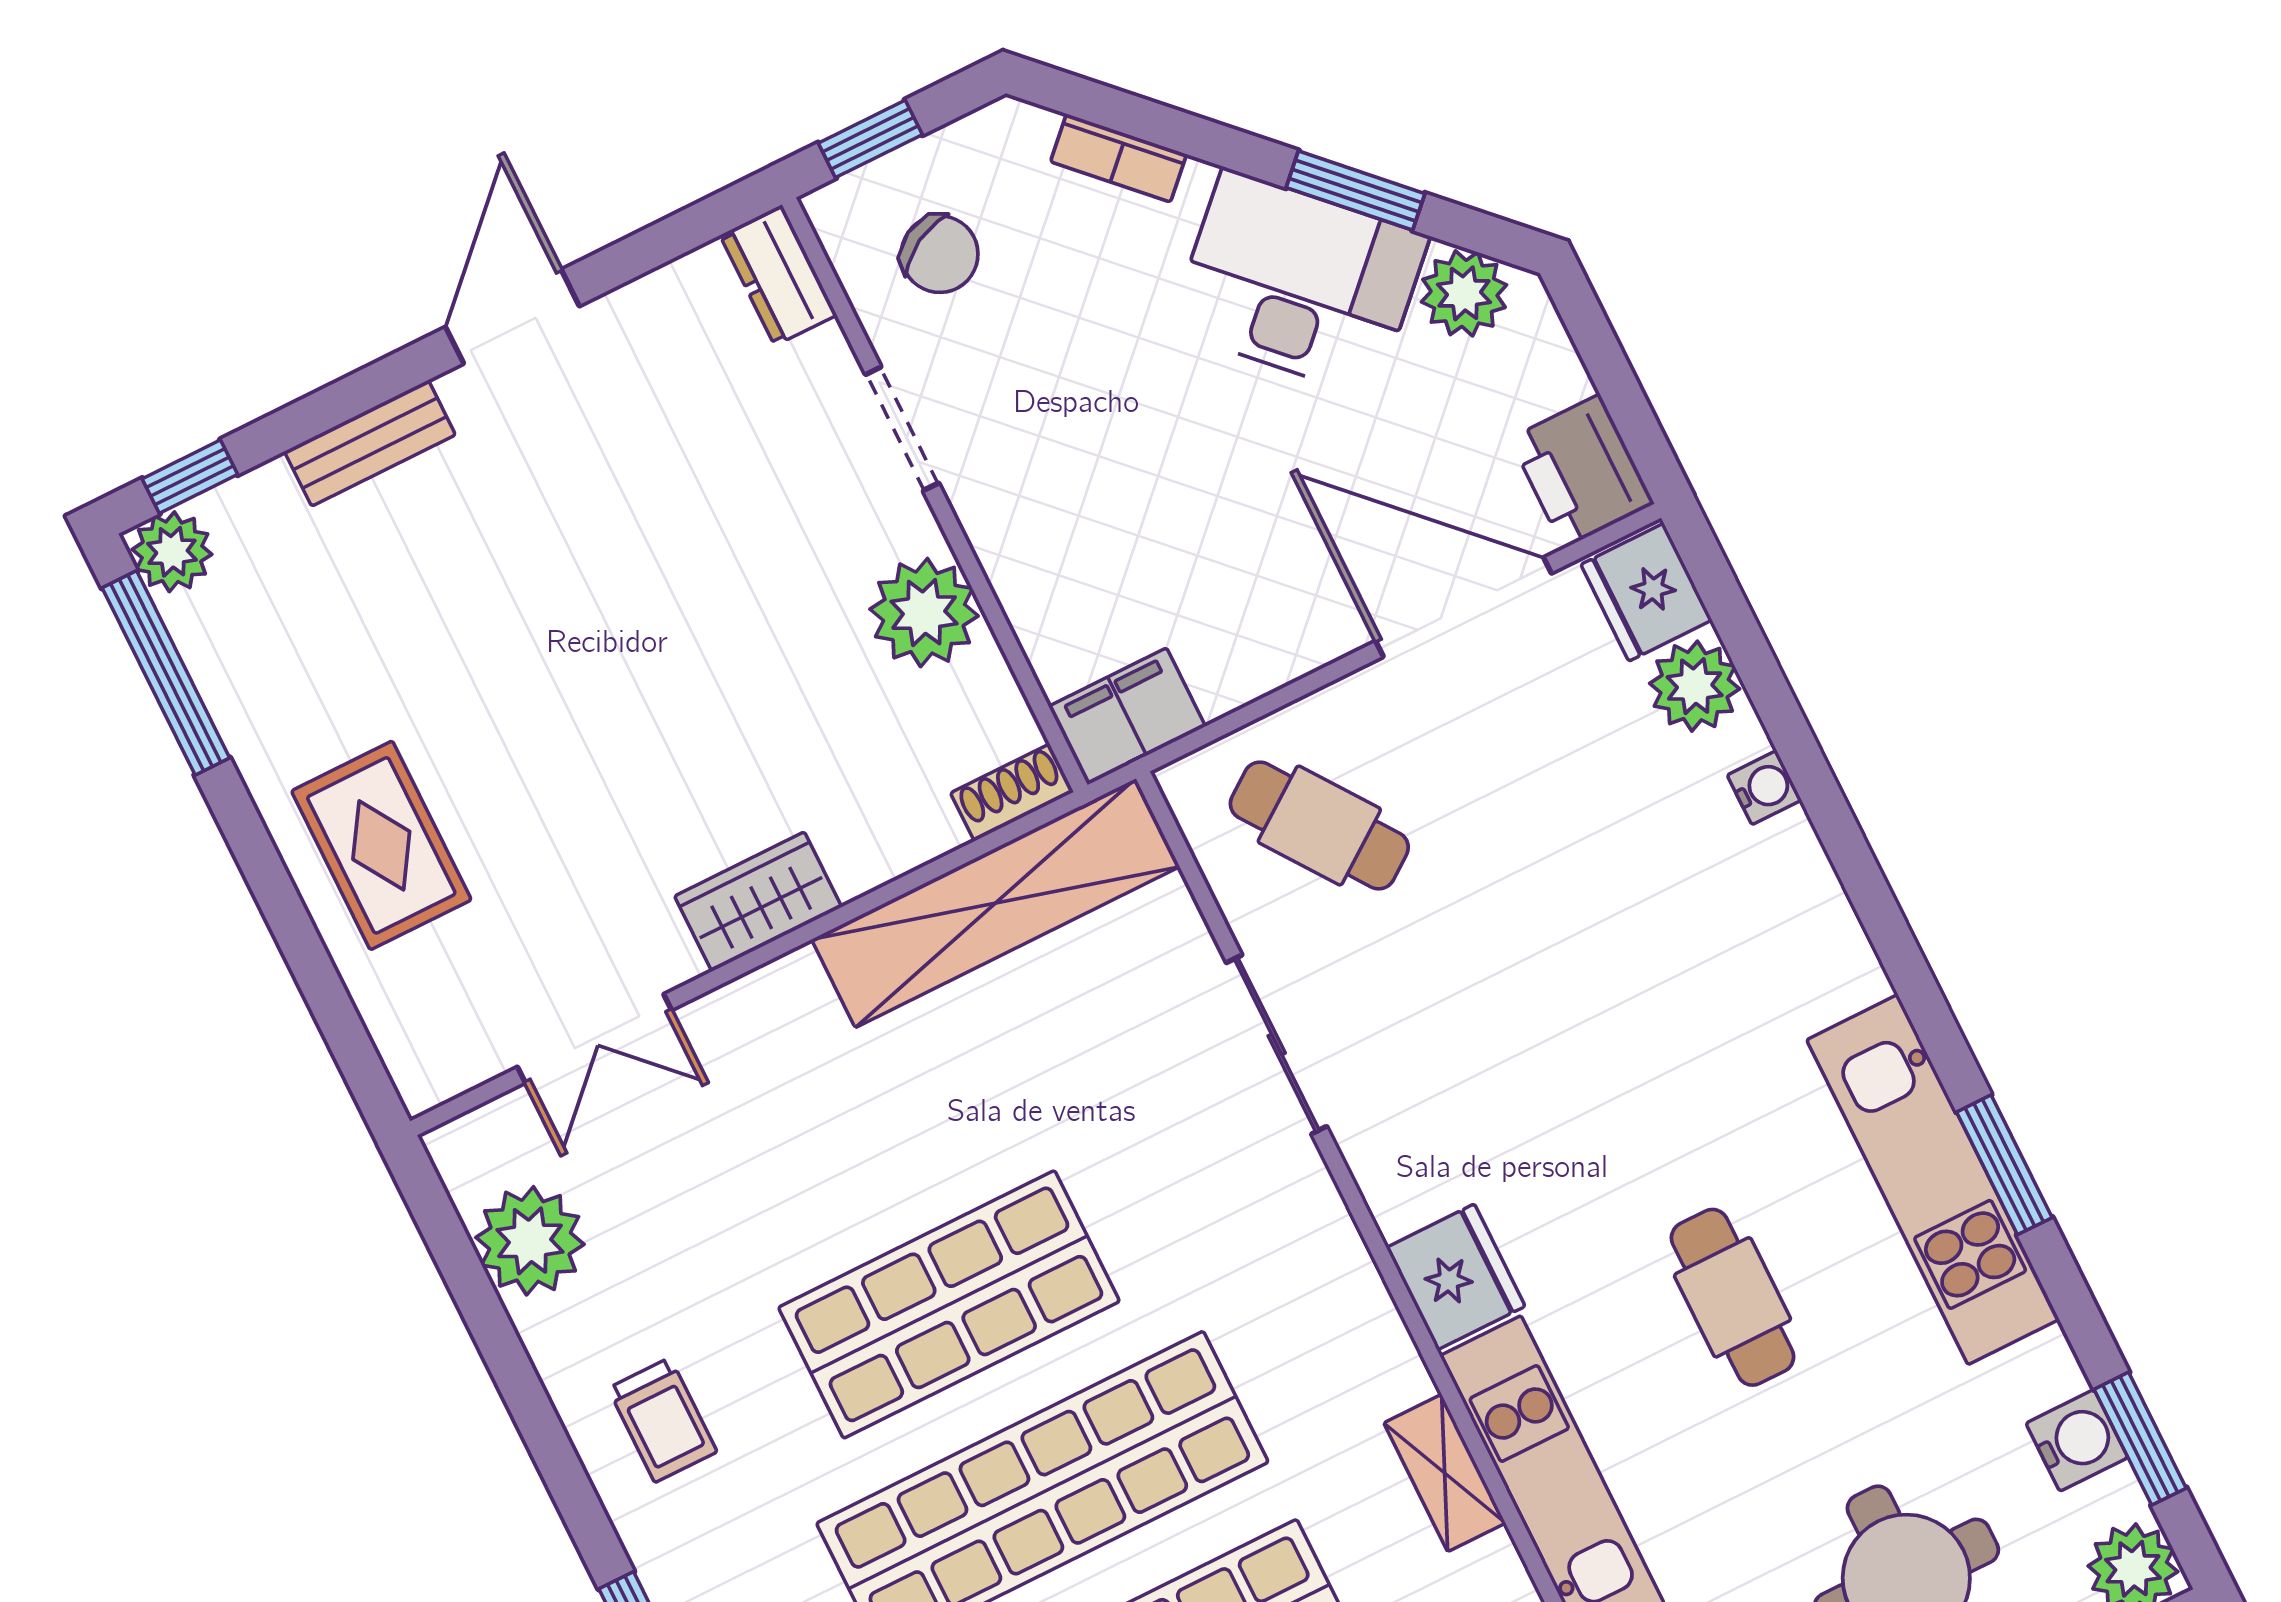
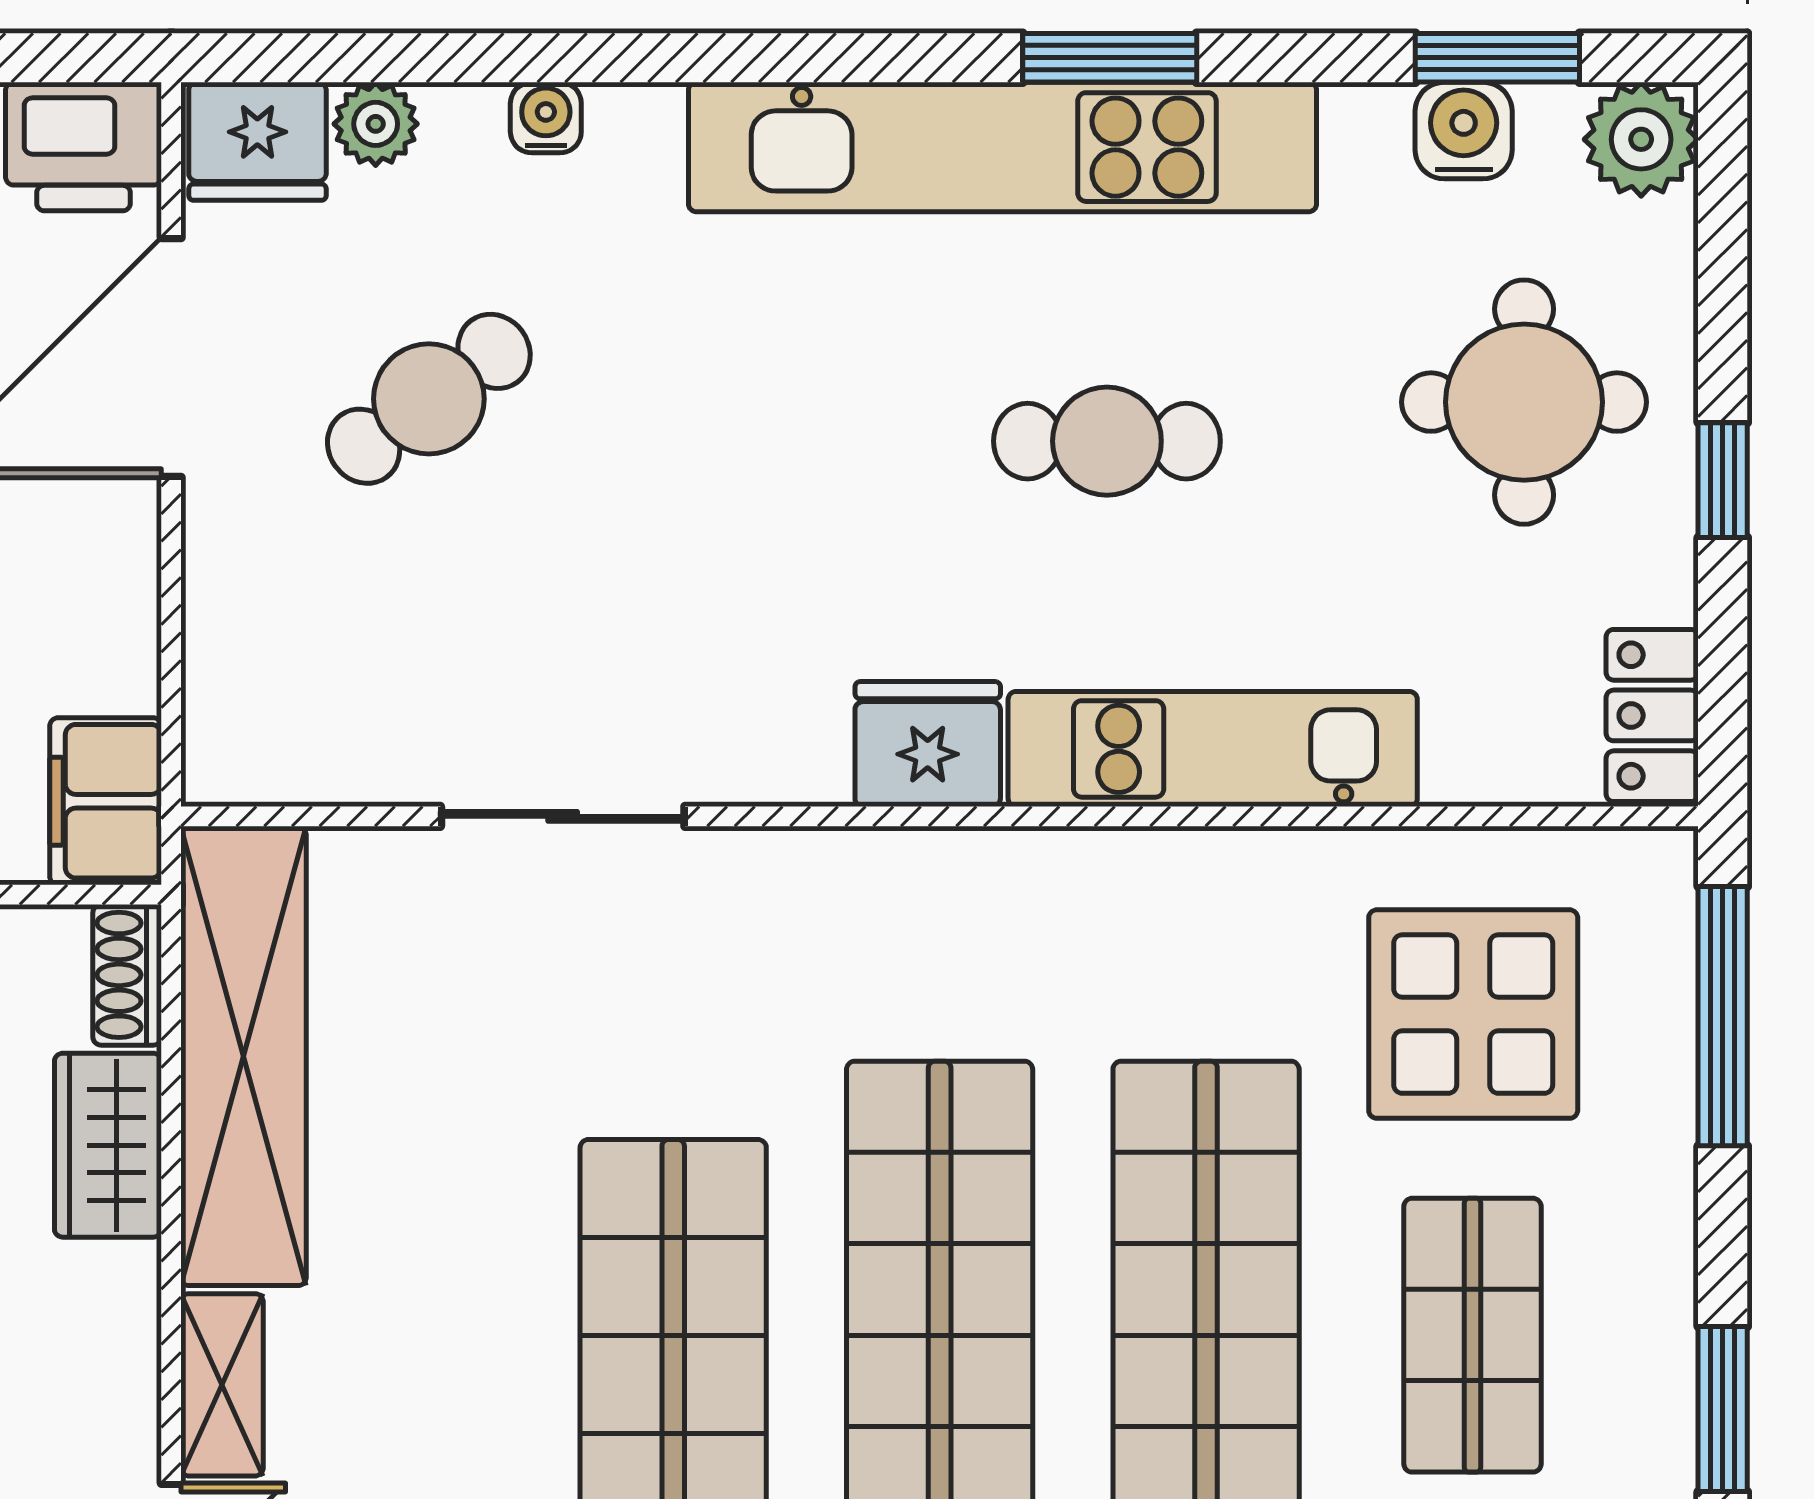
plant: (1695, 686) -> (376, 124), width x0.73, depth x0.73
cafe table: (1319, 826) -> (429, 399), moved
wardrobe: (758, 902) -> (108, 1145), moved
kitchen unit: (1933, 1180) -> (1003, 147), width x1.36
shelving: (1445, 1473) -> (222, 1385), moved, turned 90

